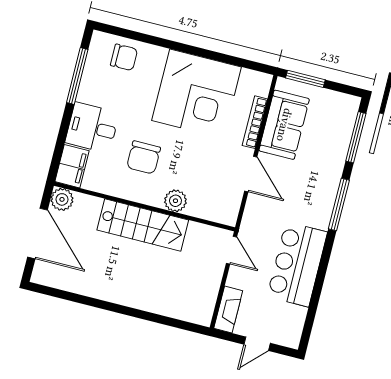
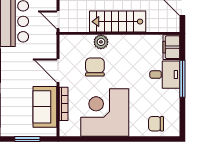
window: (77, 76) -> (182, 79), moved
window: (305, 79) -> (27, 139), moved
chair: (144, 157) -> (95, 67), moved
plant: (62, 199) -> (172, 25), removed

